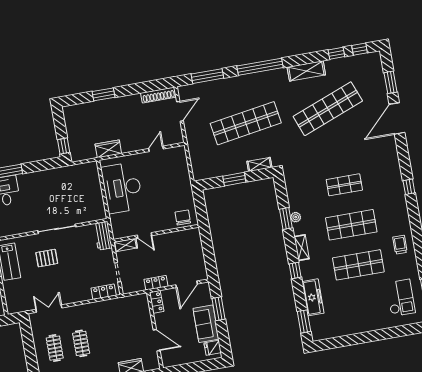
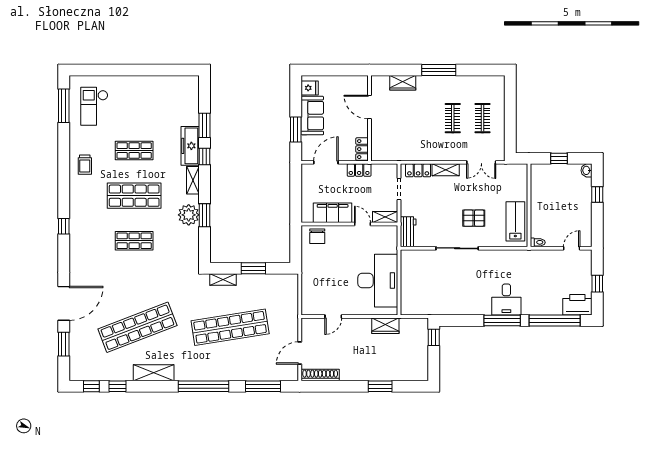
plant: (296, 217) -> (189, 215), width x1.88, depth x1.88
filing cabinet: (173, 241) -> (333, 213), added
shop shelf: (358, 265) -> (134, 151), width x0.70, depth x0.74
shelving: (79, 297) -> (446, 170), added
freezer: (313, 297) -> (190, 146), moved
window: (304, 321) -> (205, 125), moved

